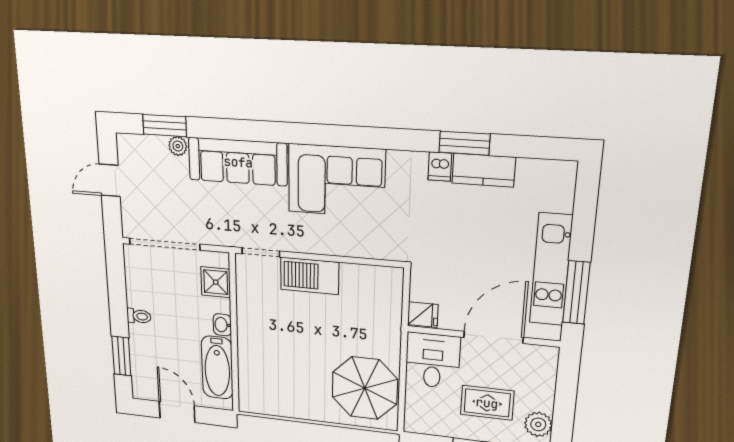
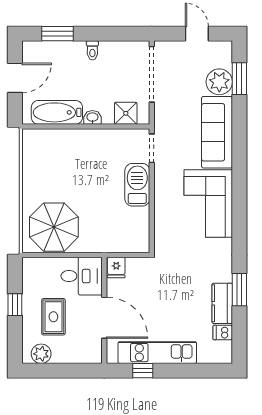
plant: (178, 146) -> (219, 82), width x1.88, depth x1.88
dishwasher: (440, 167) -> (223, 332), moved
window: (576, 293) -> (143, 371), width x0.46

